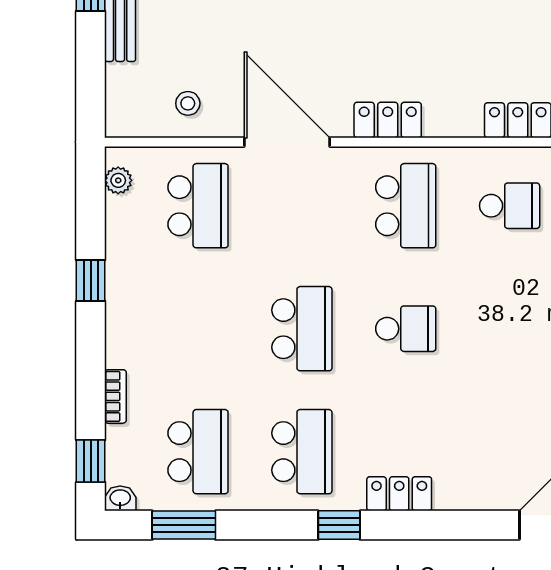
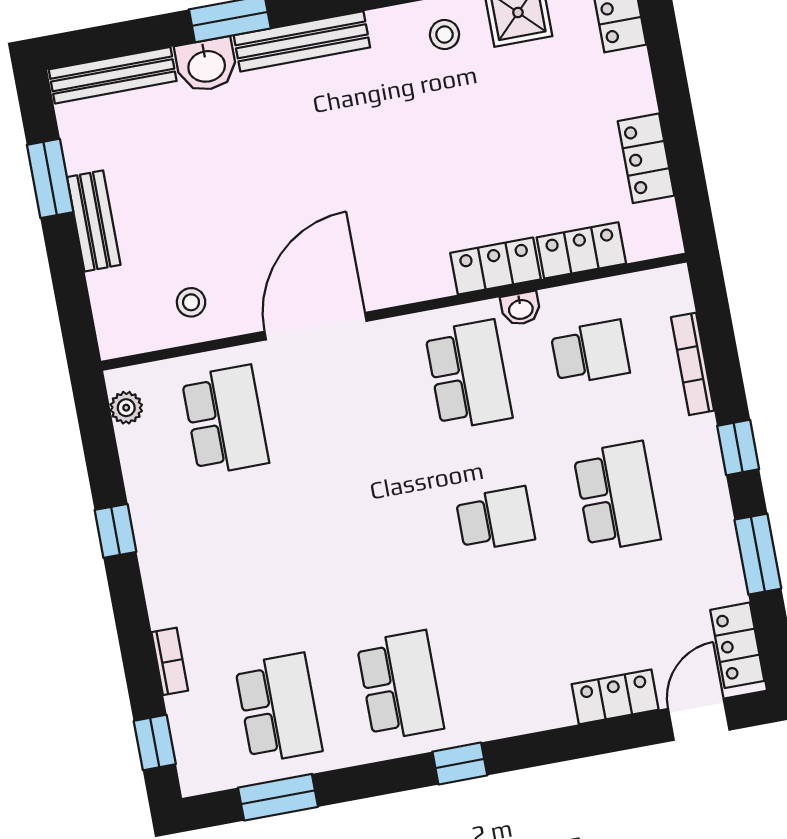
locker: (388, 120) -> (496, 266), moved
door: (287, 142) -> (316, 326), hinge flipped
school desk: (302, 329) -> (617, 496), moved
locker: (399, 494) -> (615, 697), moved
washbasin: (120, 498) -> (521, 309), moved, turned 180

